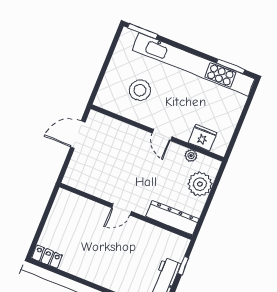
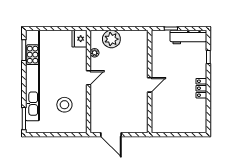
fridge: (203, 138) -> (79, 39), moved
door: (122, 210) -> (150, 85), hinge flipped
dresser: (173, 218) -> (141, 48), removed
locker: (47, 257) -> (201, 88), moved

